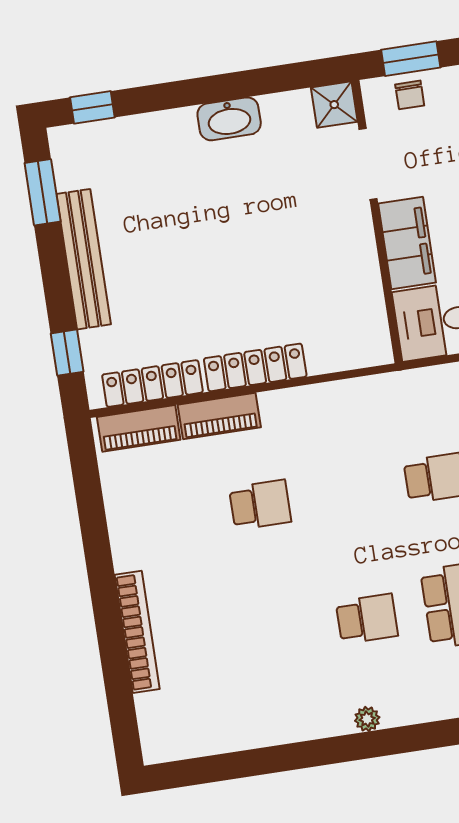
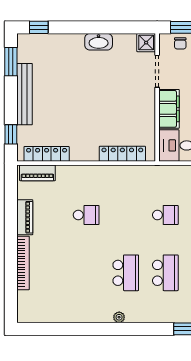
locker: (255, 367) -> (122, 154), moved
piano: (219, 416) -> (25, 217), moved, turned -90
school desk: (367, 619) -> (126, 273), width x1.85

